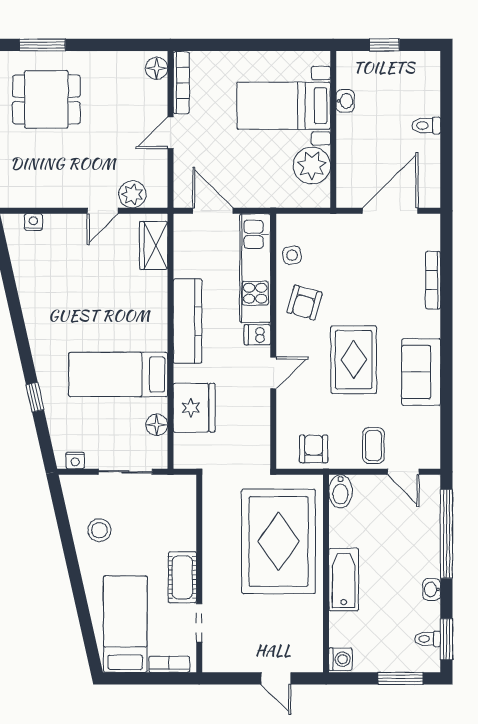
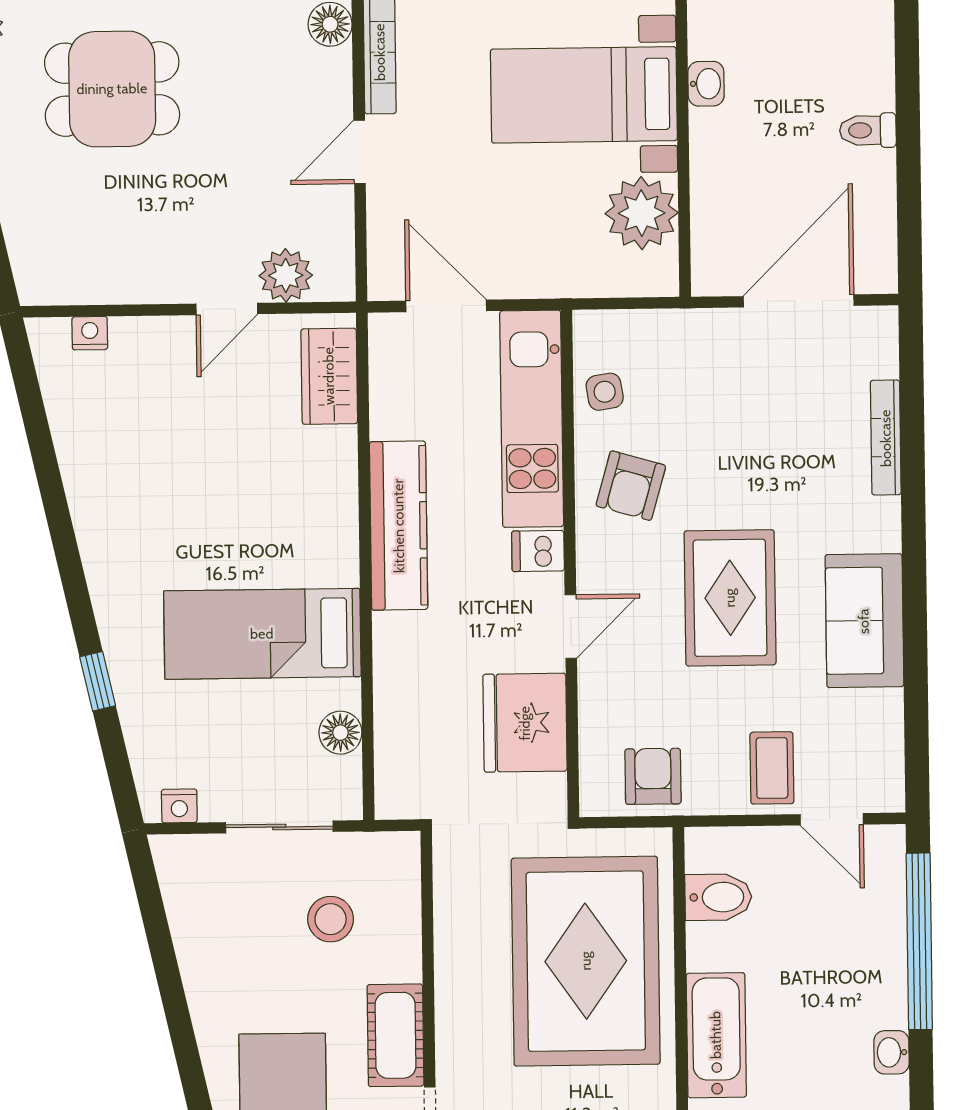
fridge: (194, 408) -> (525, 723), moved, turned 180
bidet: (340, 491) -> (718, 897), moved, turned -90
stool: (99, 530) -> (331, 919), moved

